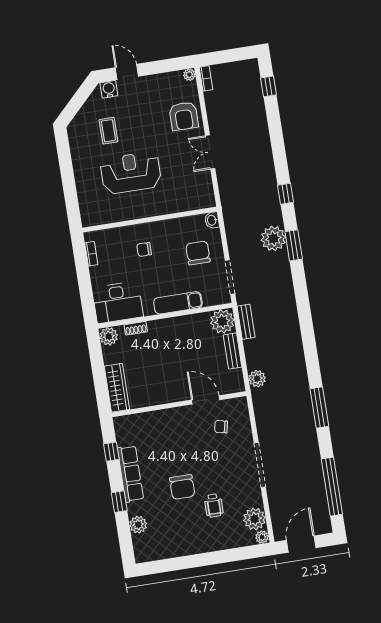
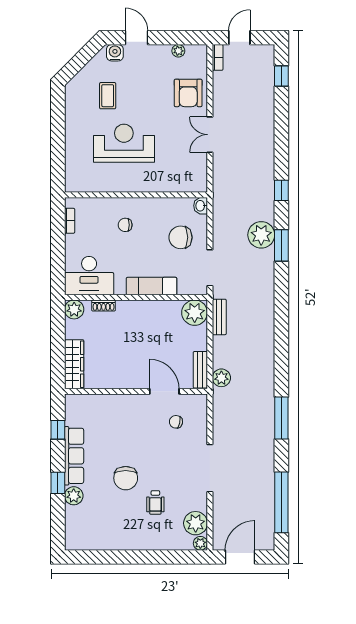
door: (223, 57) -> (239, 38), added
plant: (189, 75) -> (178, 51), moved
chair: (198, 253) -> (180, 237), turned -90
bench: (233, 351) -> (200, 370), moved
plant: (138, 525) -> (74, 496), moved

